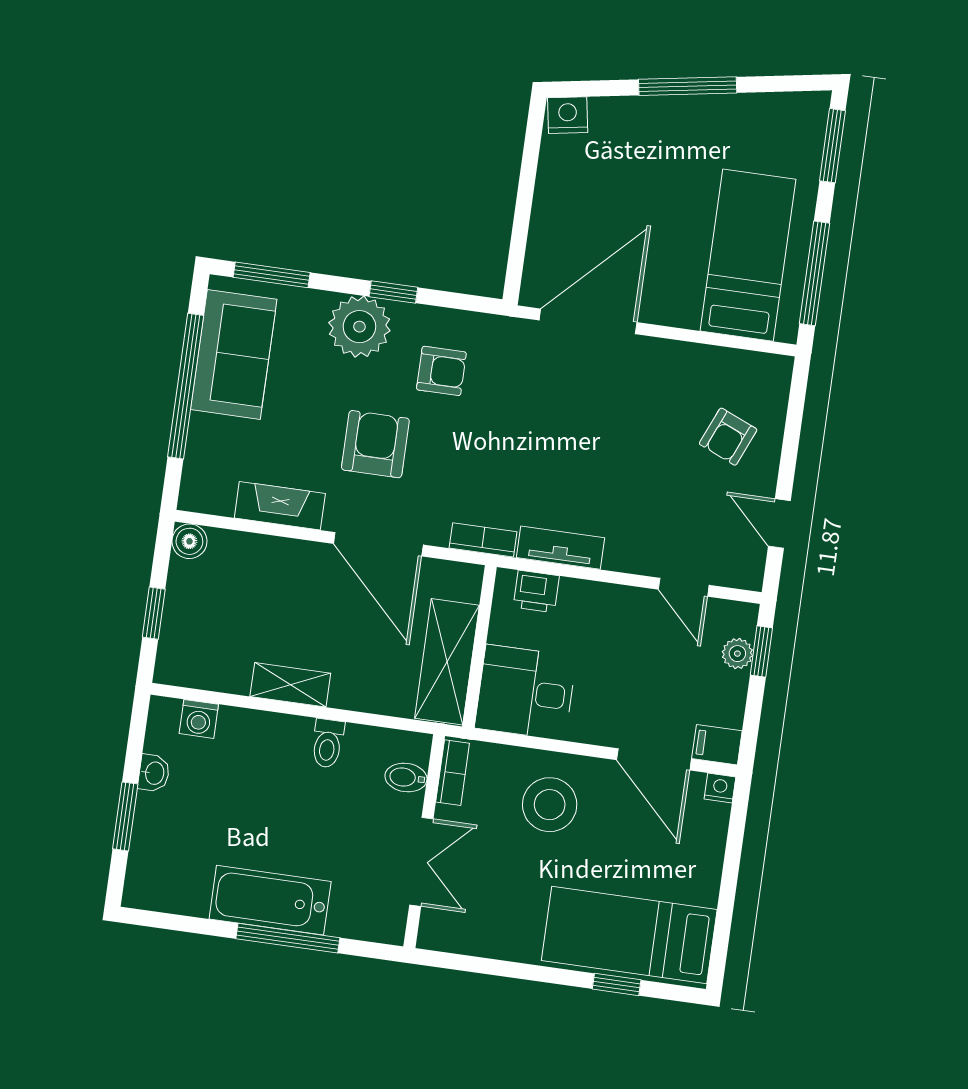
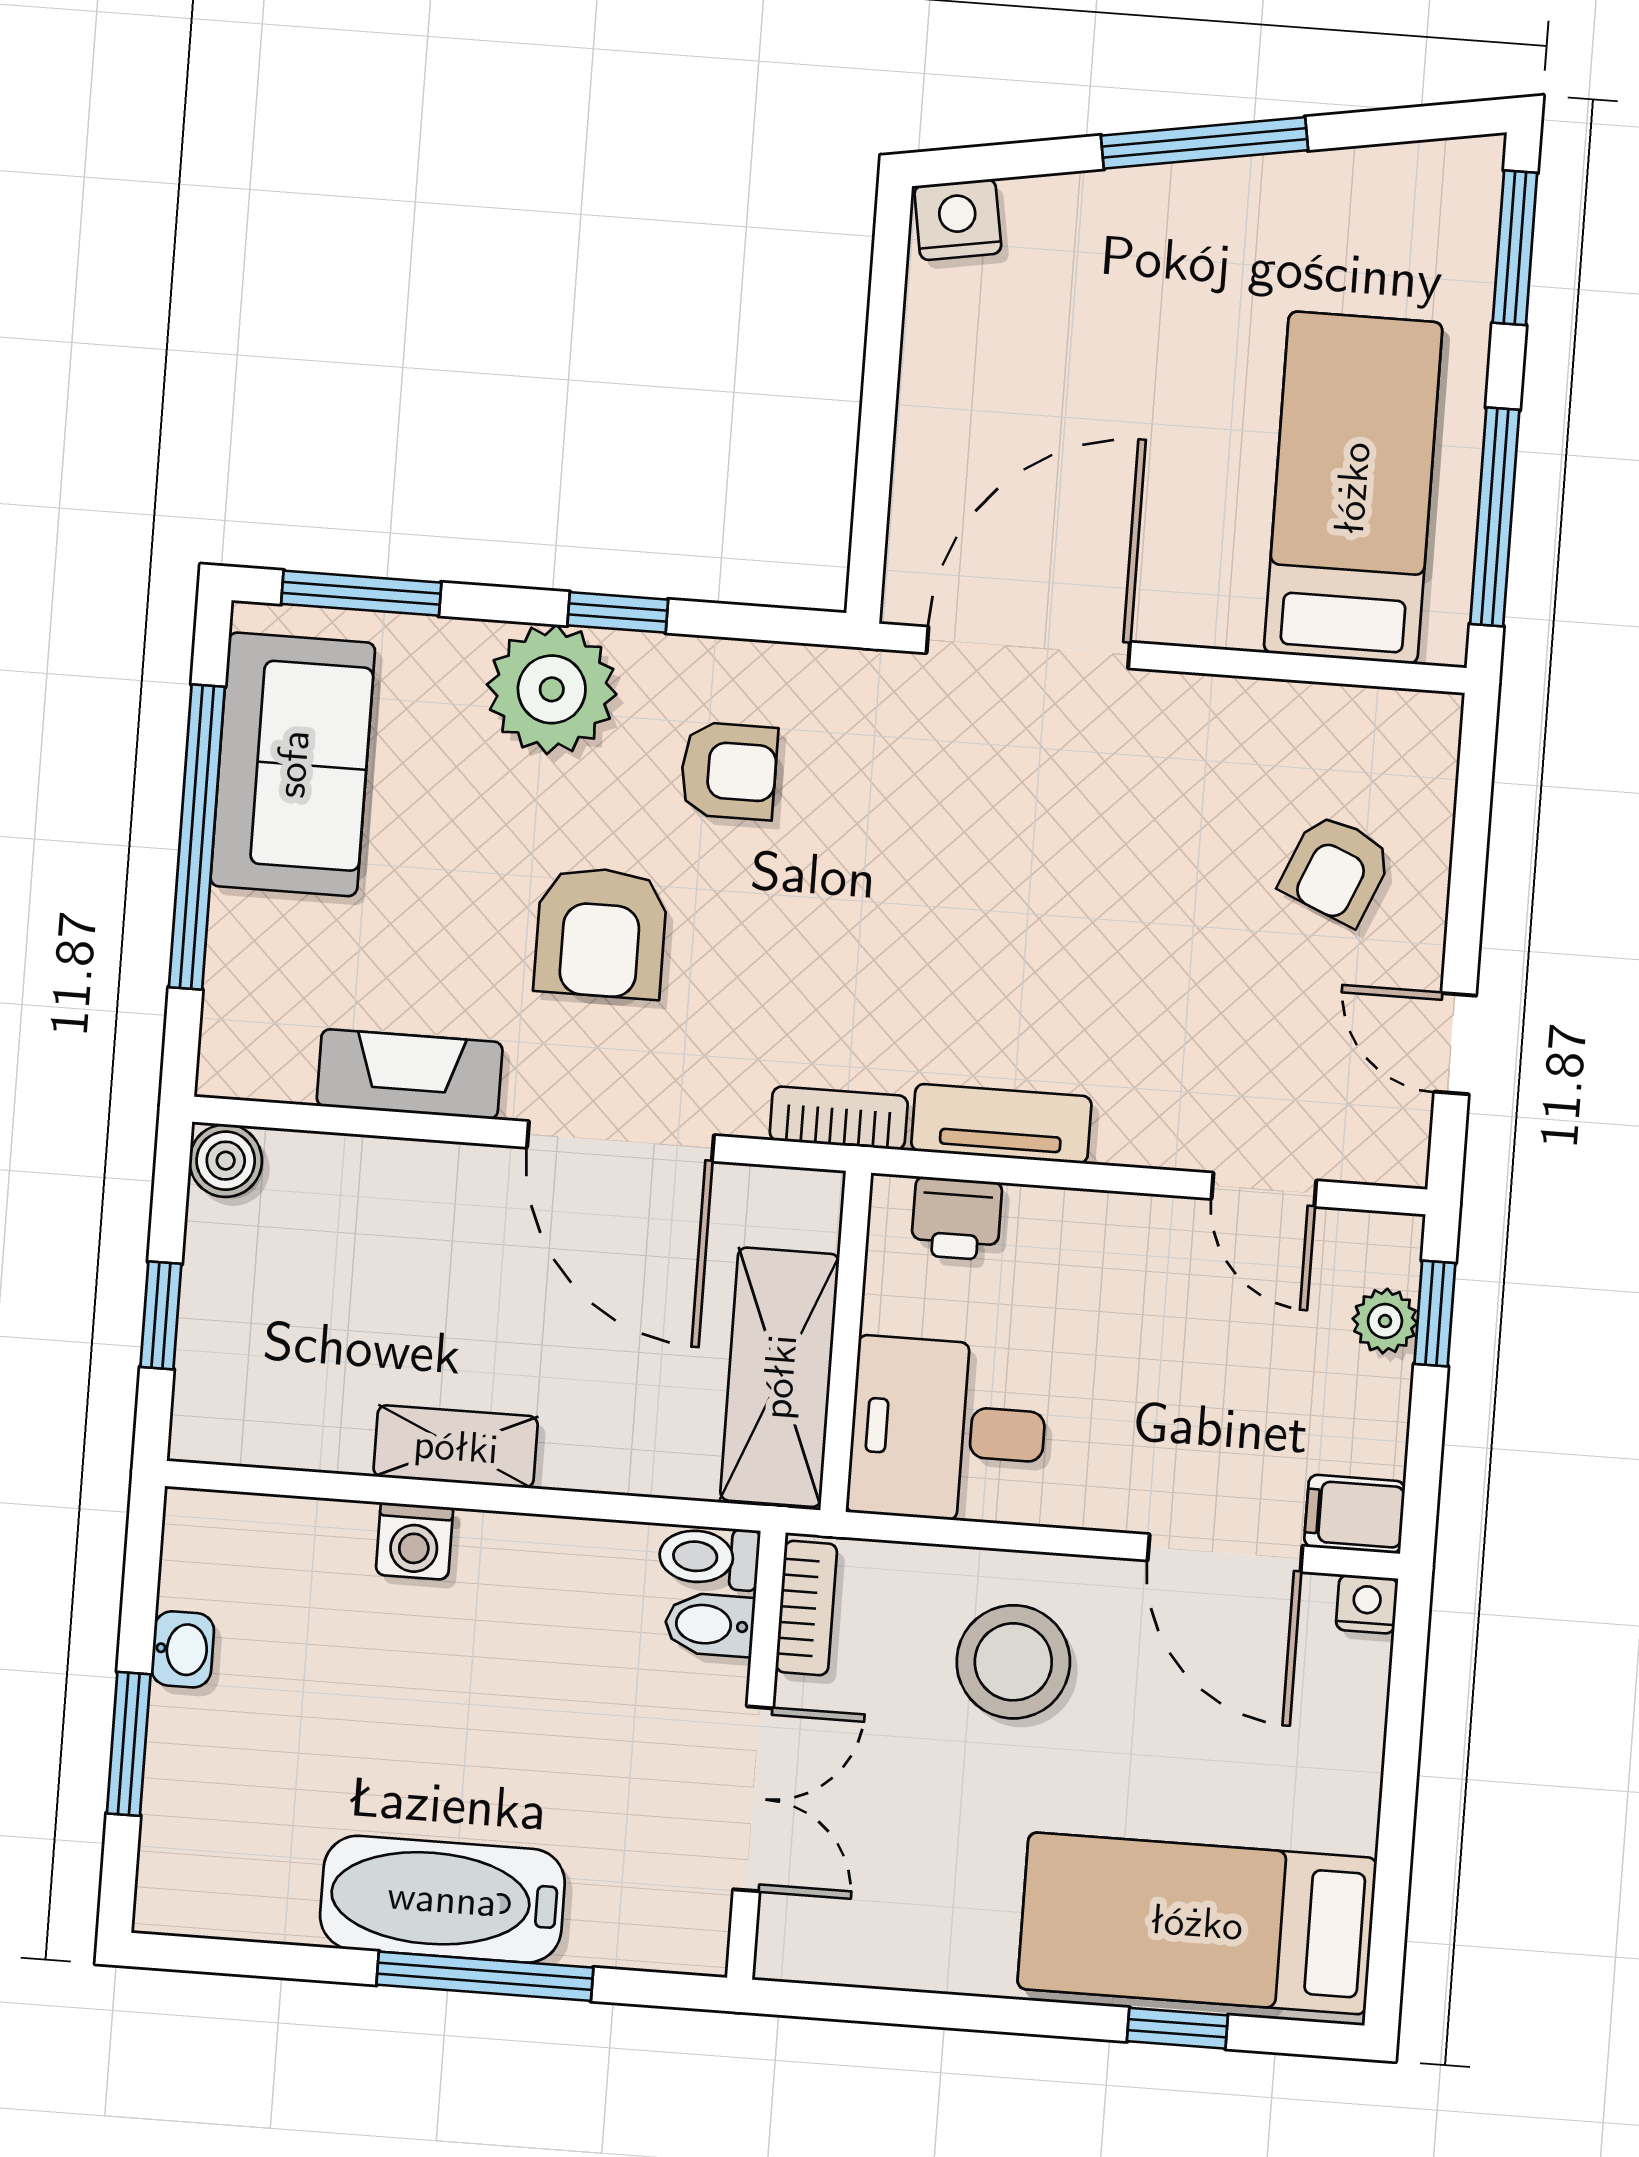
armchair: (375, 444) -> (601, 933), turned 180
washing machine: (199, 719) -> (414, 1541), moved
toilet: (328, 743) -> (709, 1557), moved, turned 90

